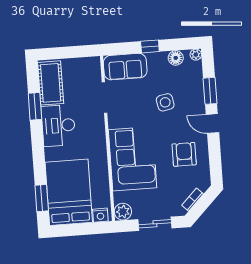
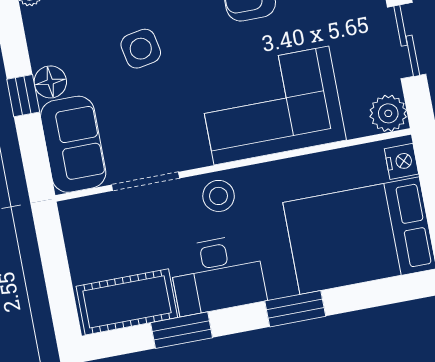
floor lamp: (176, 58) -> (50, 82), moved
stool: (94, 130) -> (219, 196), added
window: (42, 198) -> (295, 309), moved

